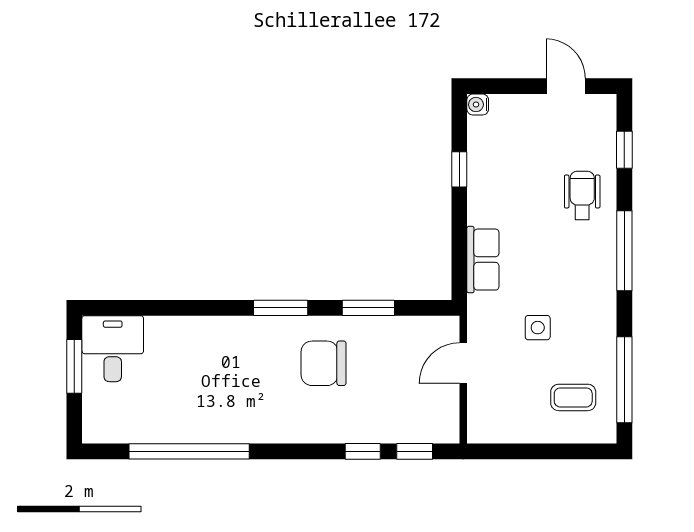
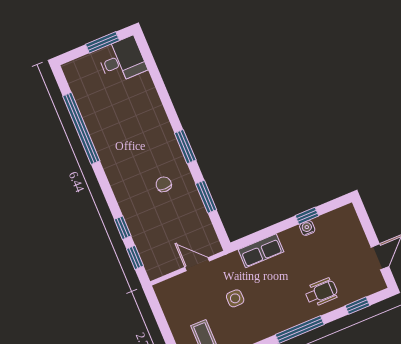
water cooler: (478, 105) -> (307, 228), moved
chair: (324, 363) -> (164, 184), width x0.54, depth x0.54

